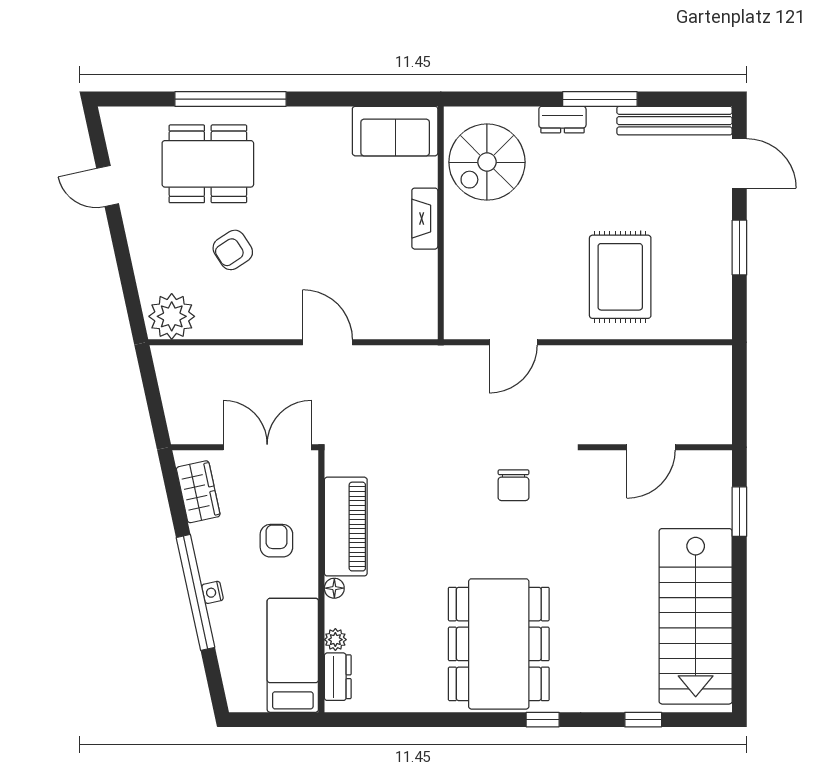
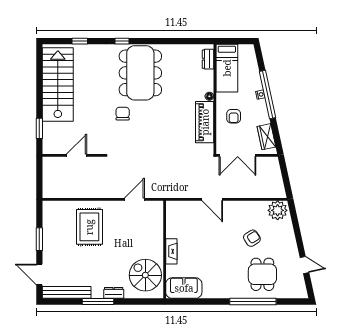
spiral stairs: (487, 162) -> (145, 275), turned -90
dining table: (208, 164) -> (262, 274), width x0.73
chair: (513, 485) -> (123, 114), moved
plant: (335, 640) -> (209, 75), removed

